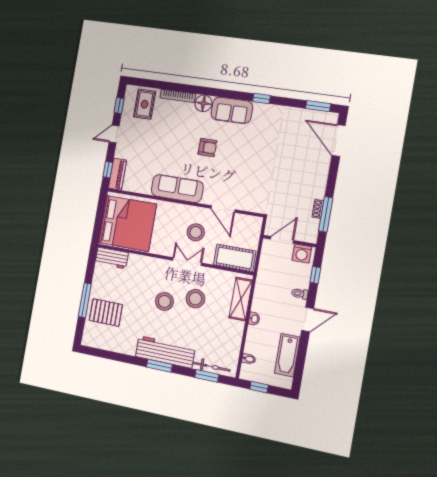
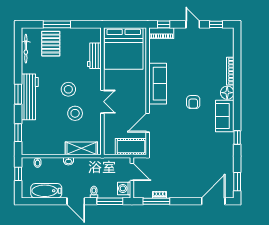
rug: (145, 104) -> (220, 45), removed
stool: (196, 232) -> (126, 104), removed
workbench: (112, 258) -> (94, 56), moved
cot: (235, 258) -> (131, 147), moved, turned 90
window: (315, 275) -> (110, 201), width x2.17
bicycle: (212, 367) -> (26, 49), moved

